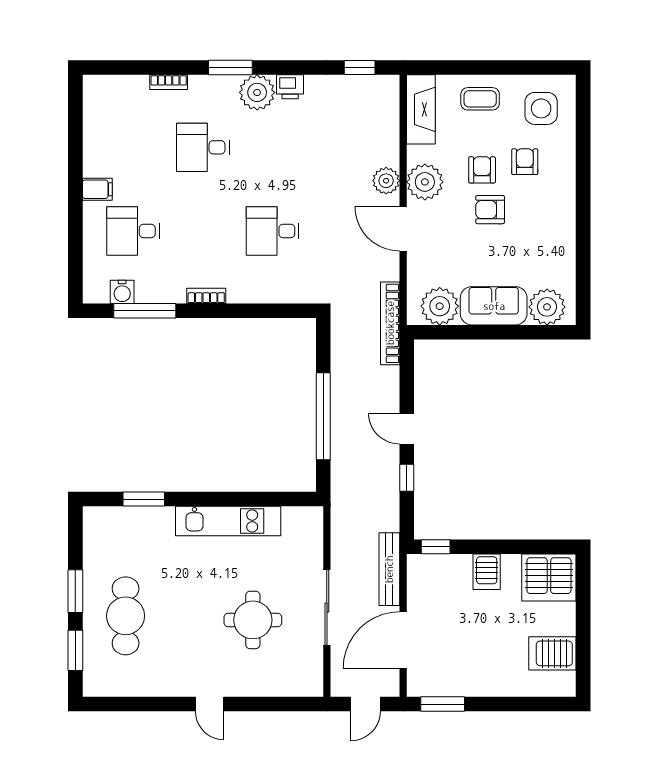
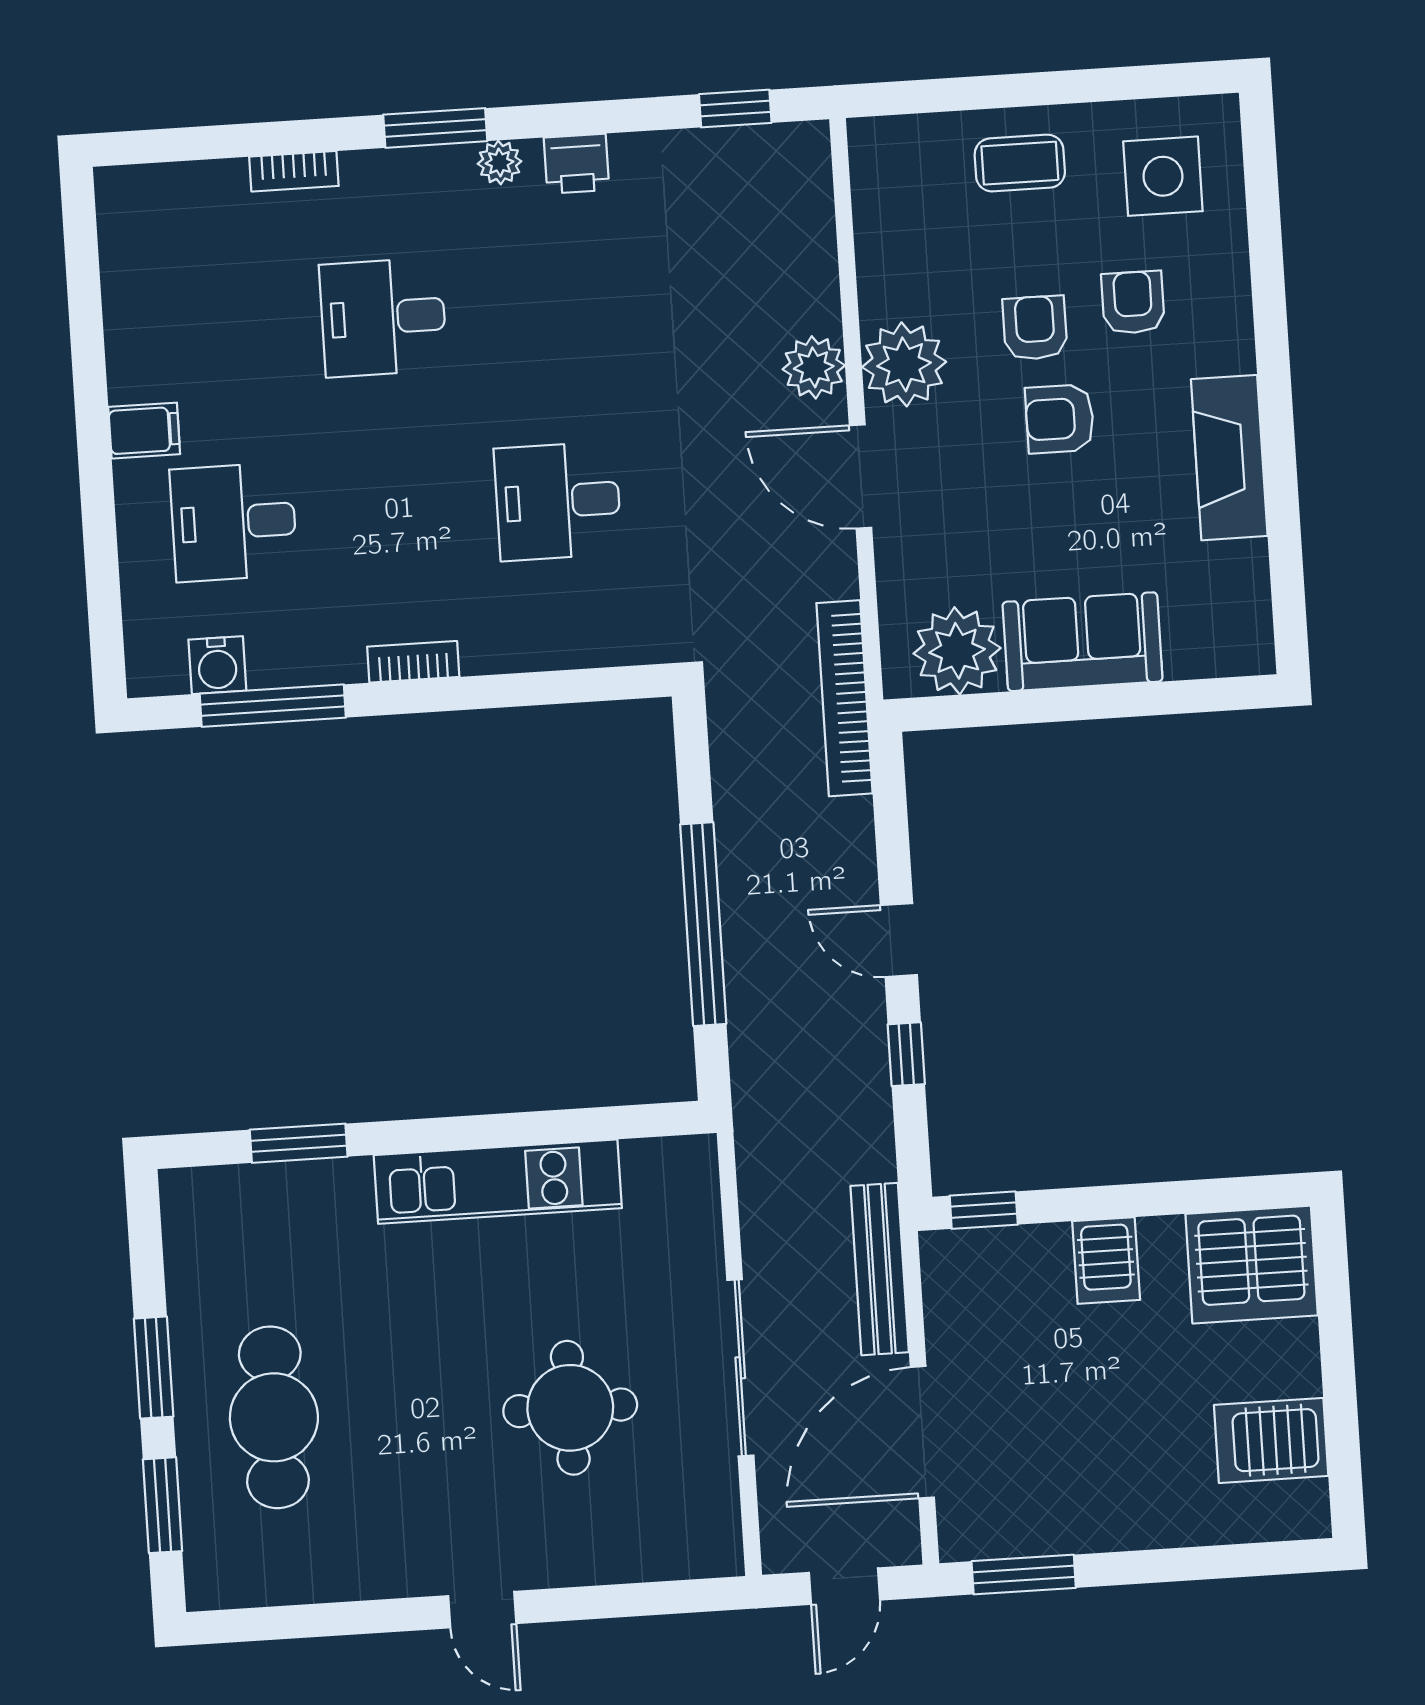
plant: (257, 92) -> (500, 162), width x0.53, depth x0.53
fireplace: (421, 109) -> (1229, 458), moved, turned 180
plant: (547, 307) -> (1207, 636), removed

